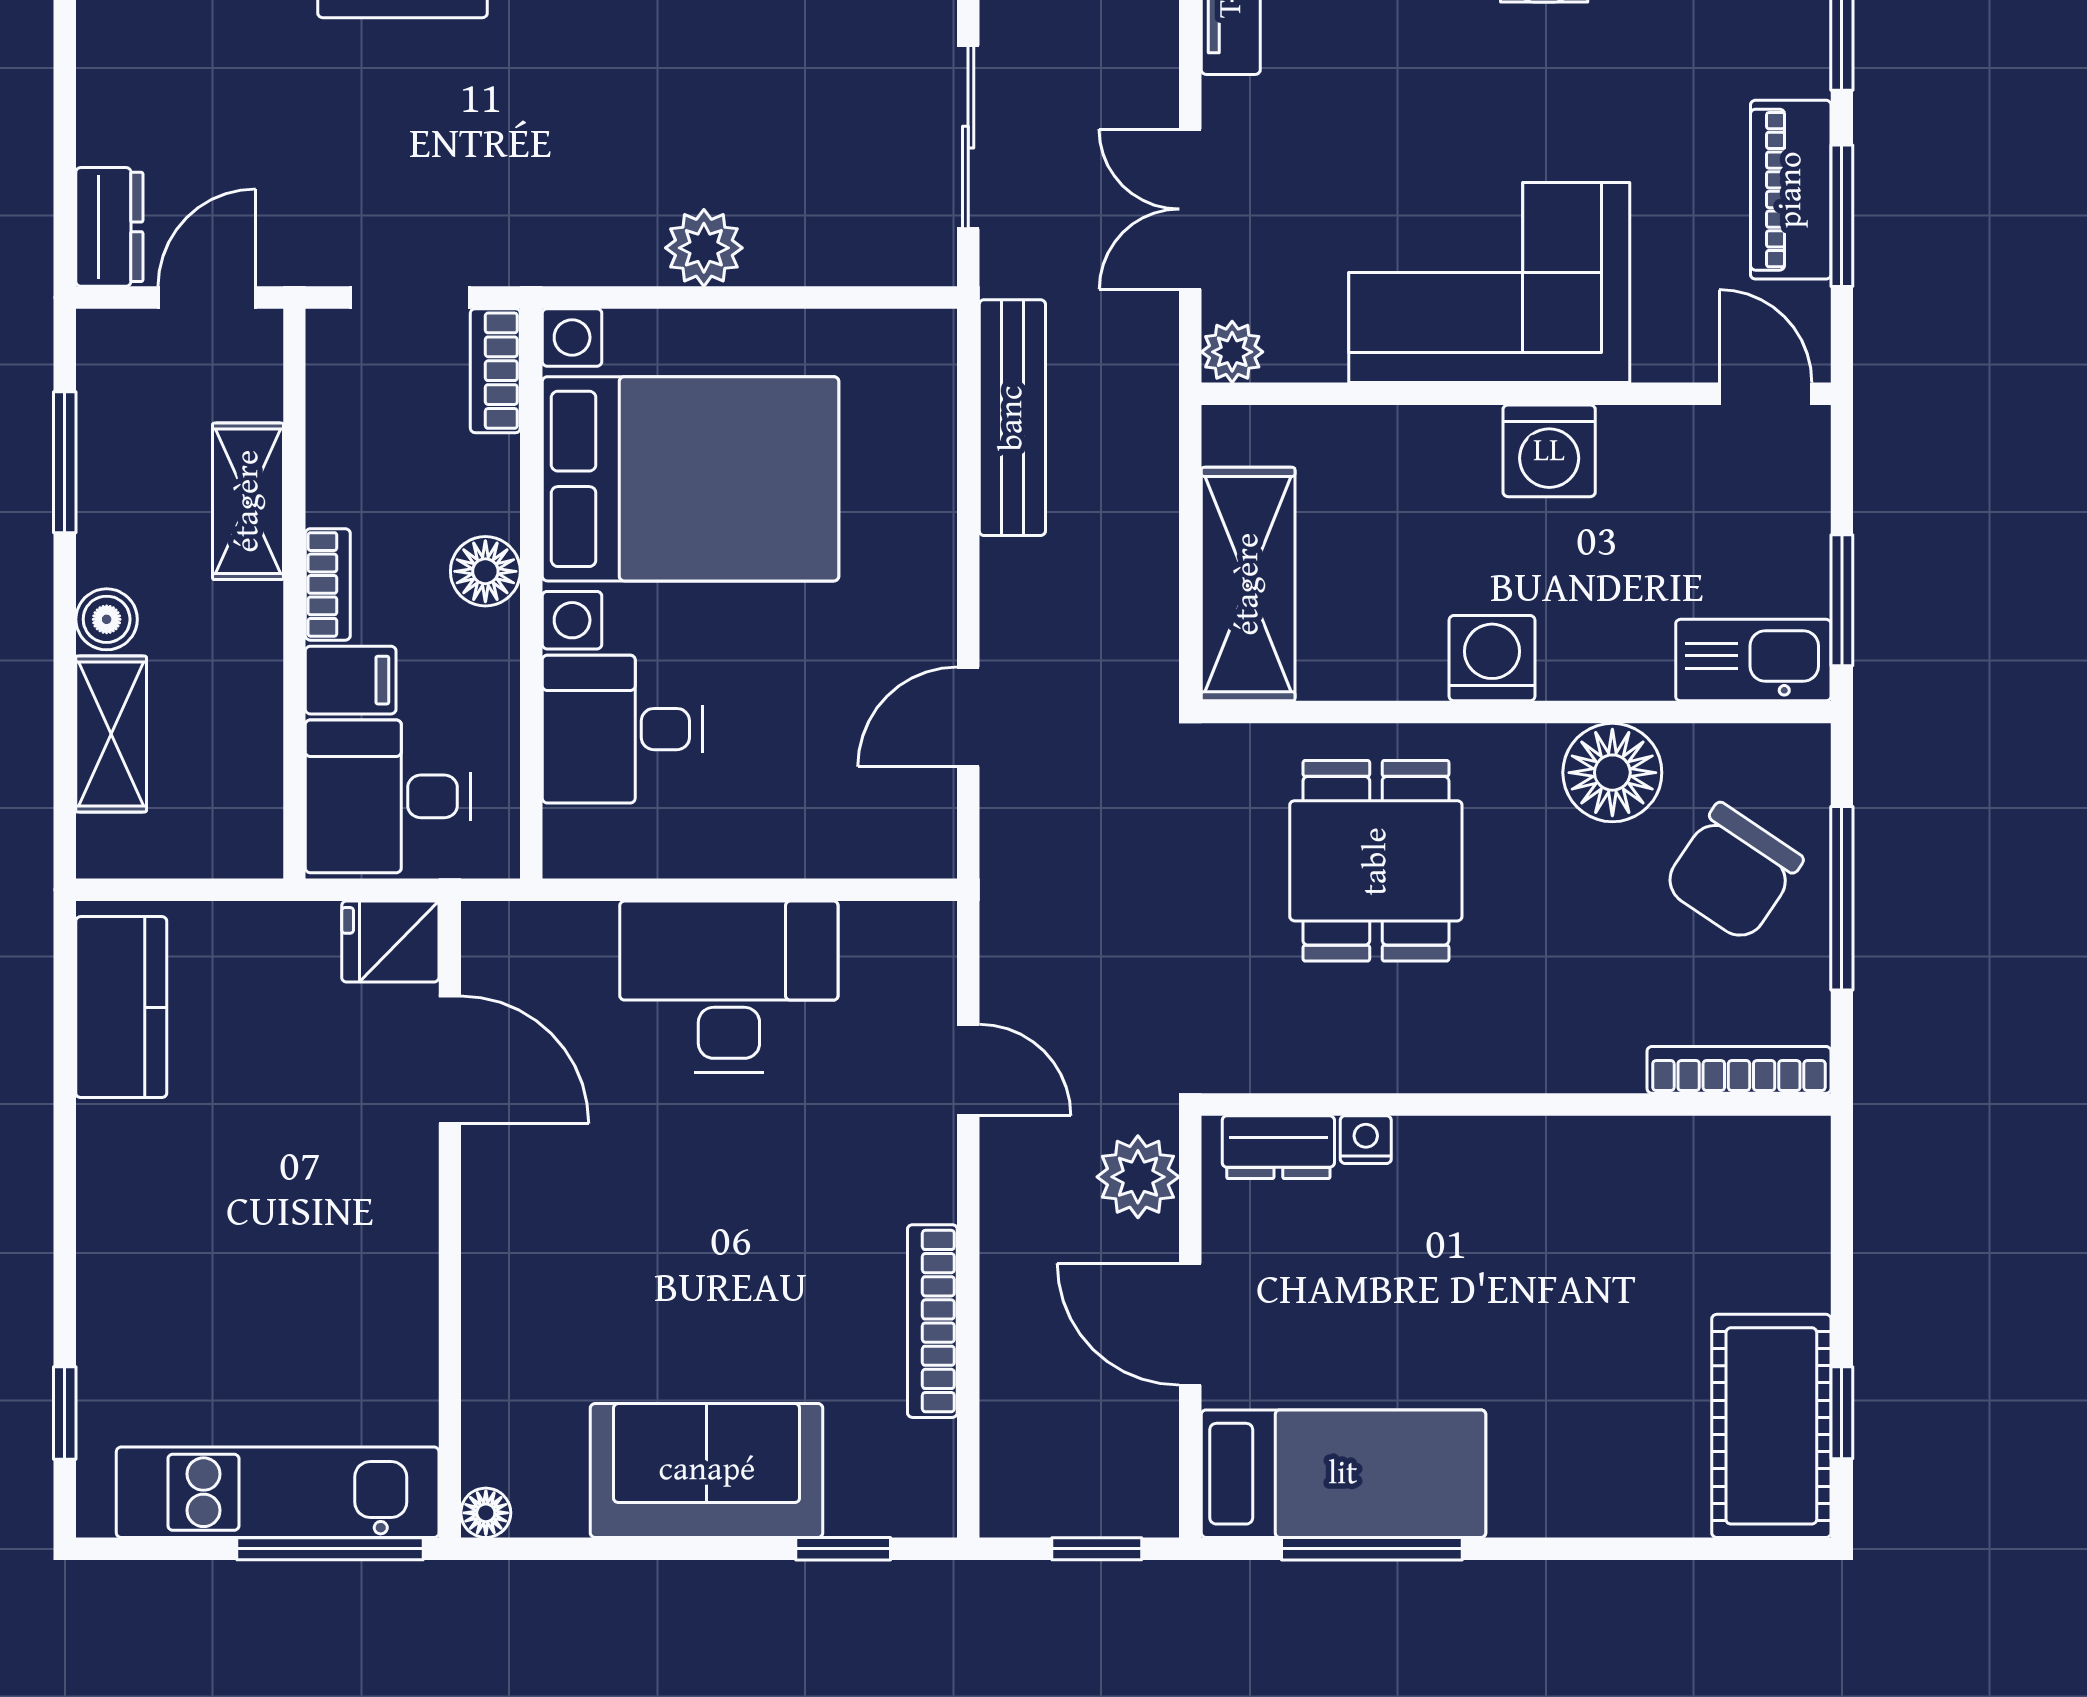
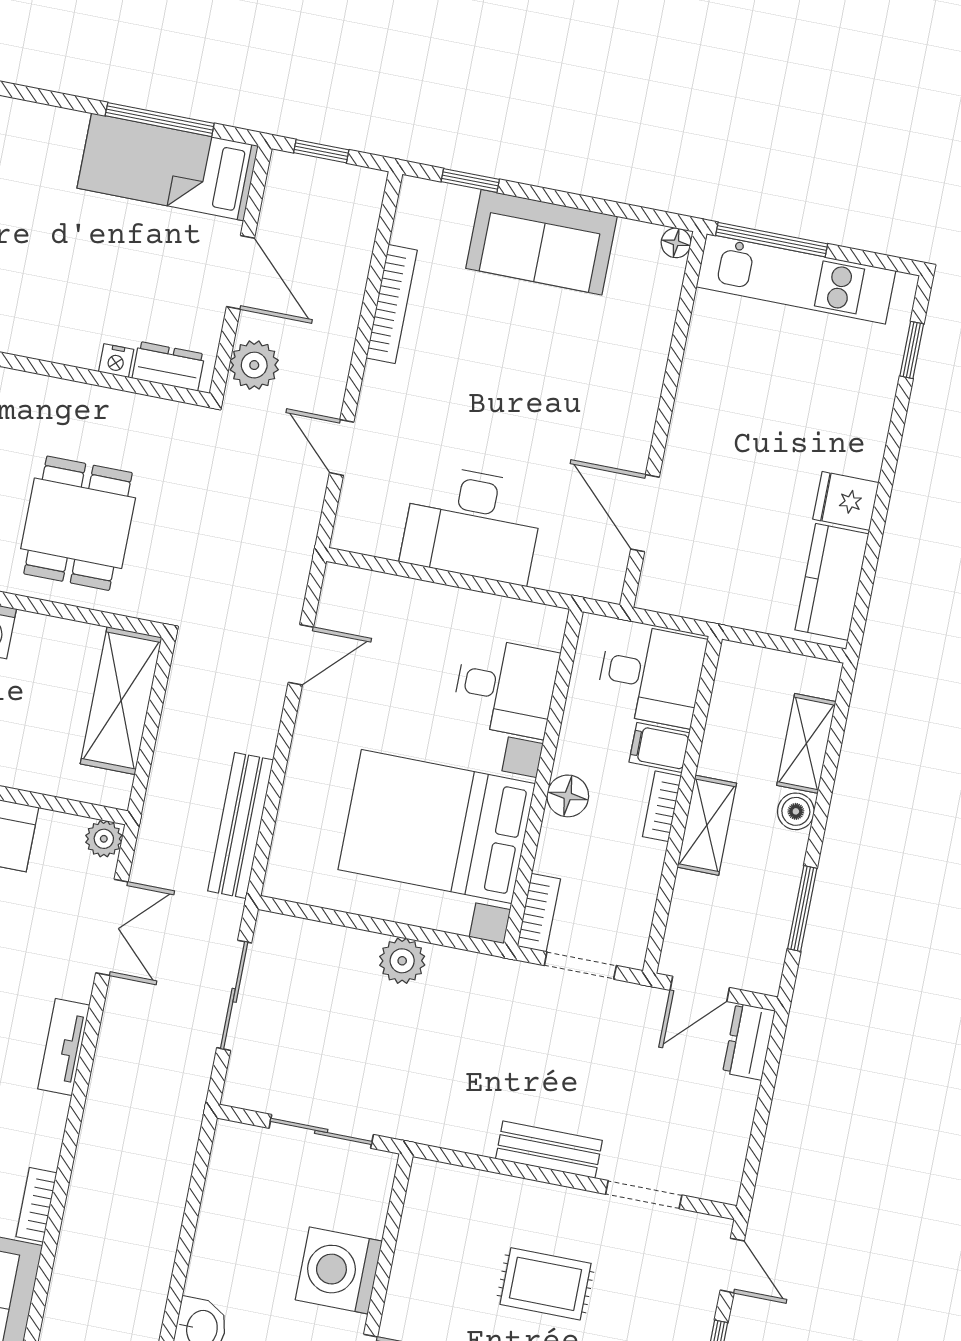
shelving: (248, 501) -> (707, 825), moved
fridge: (390, 942) -> (846, 501), moved, turned 180

